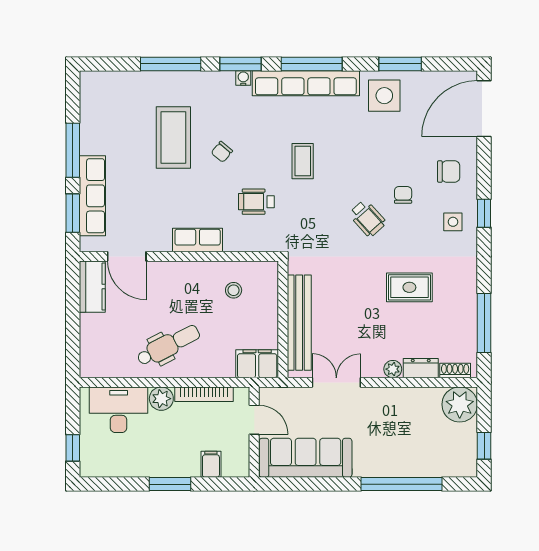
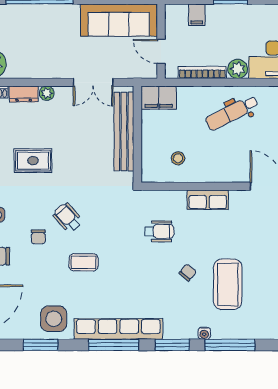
water cooler: (243, 78) -> (204, 333), moved
coffee table: (303, 161) -> (84, 262), moved, turned 90

